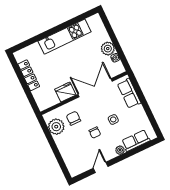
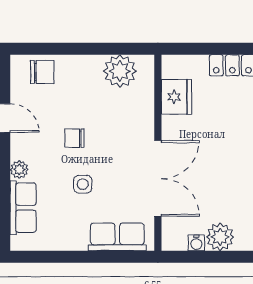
fridge: (65, 92) -> (176, 97), moved
chair: (73, 118) -> (42, 72), moved

